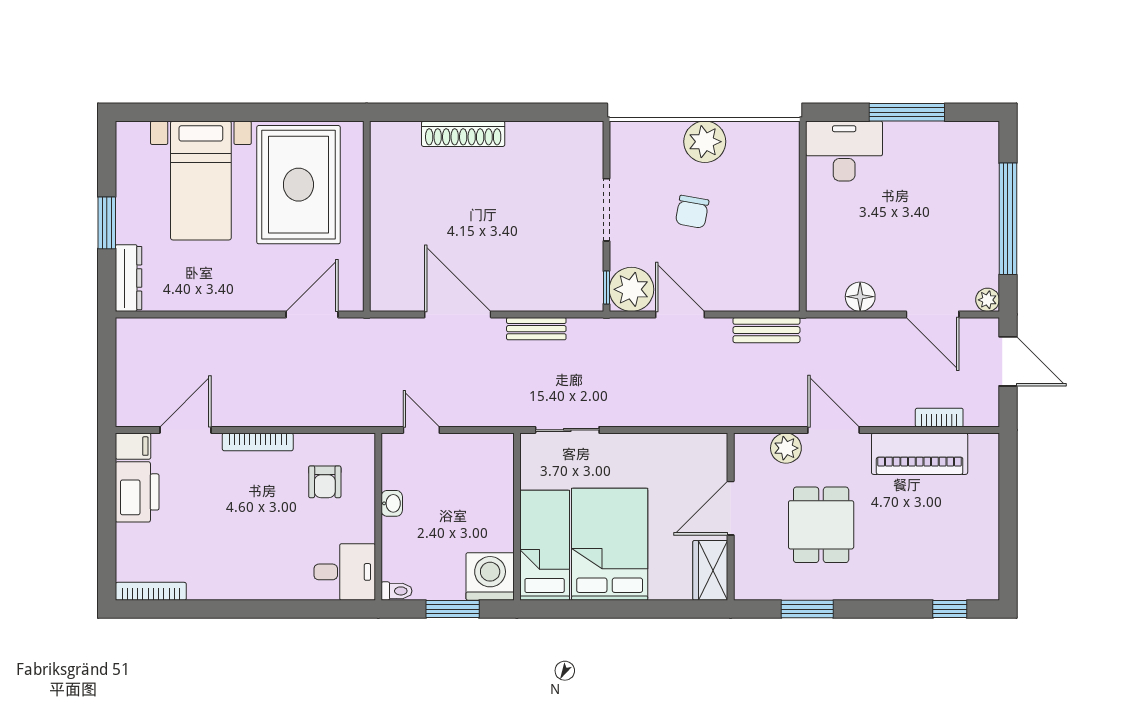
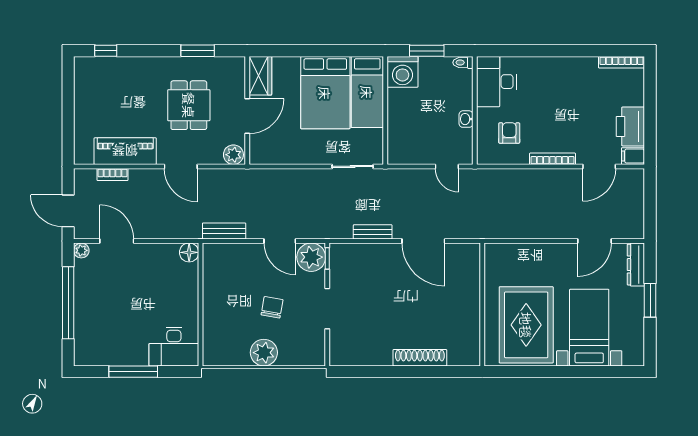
floor lamp: (860, 297) -> (189, 252), moved
door: (312, 314) -> (595, 241), moved
plant: (786, 448) -> (233, 155), moved
desk: (345, 572) -> (496, 82), width x1.37

